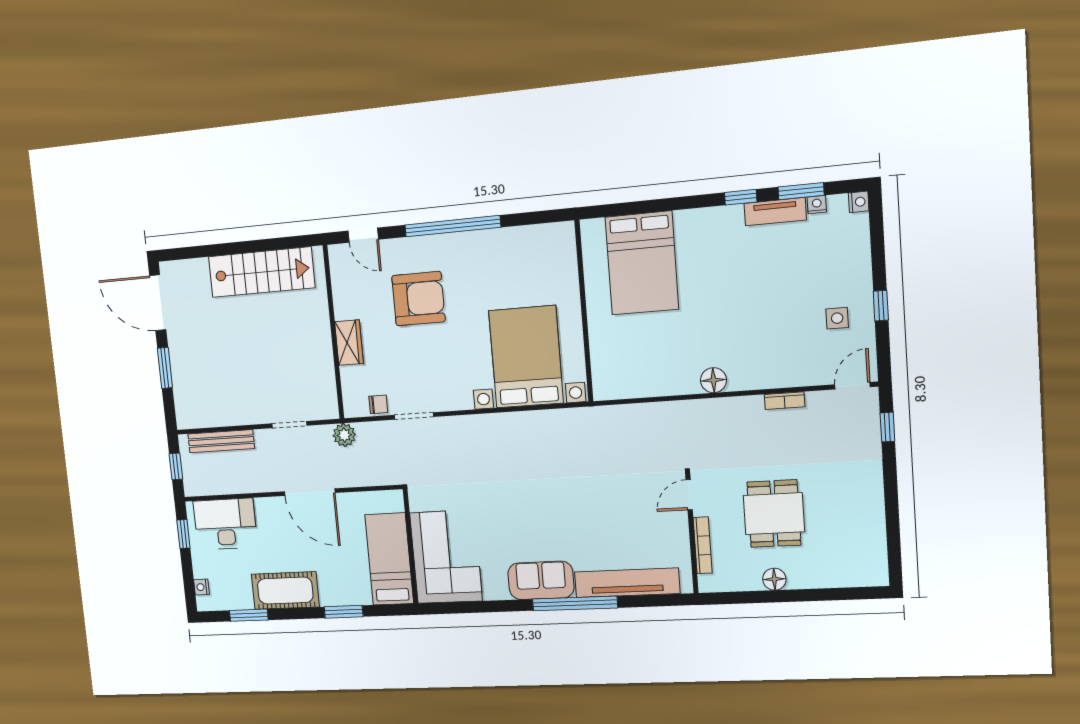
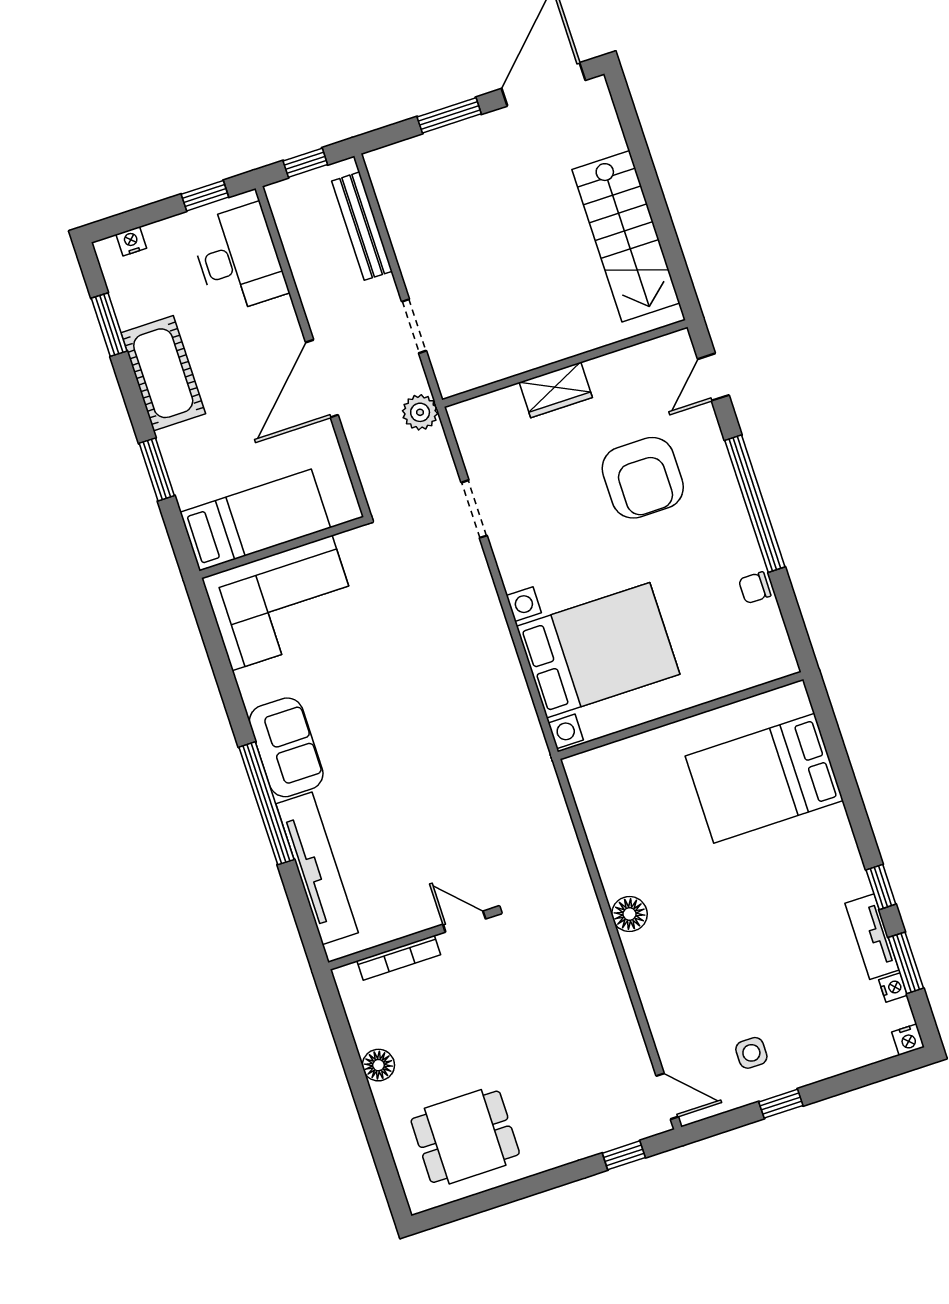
bookcase: (785, 401) -> (625, 1014), removed
chair: (378, 404) -> (755, 588), moved, turned 90
dining table: (774, 514) -> (465, 1137), moved

